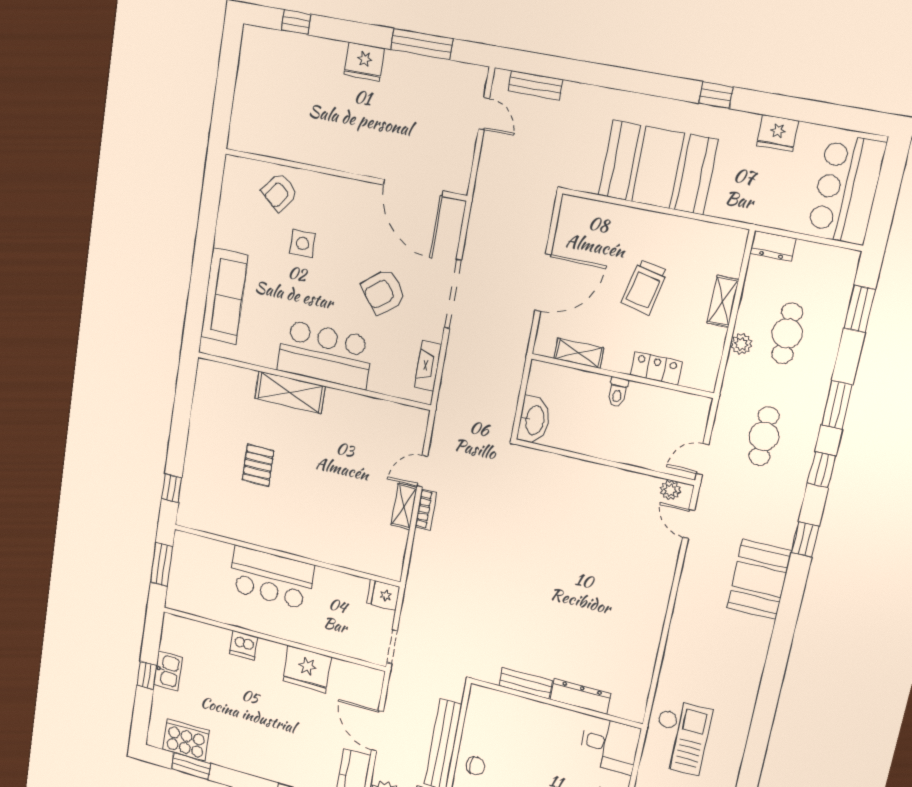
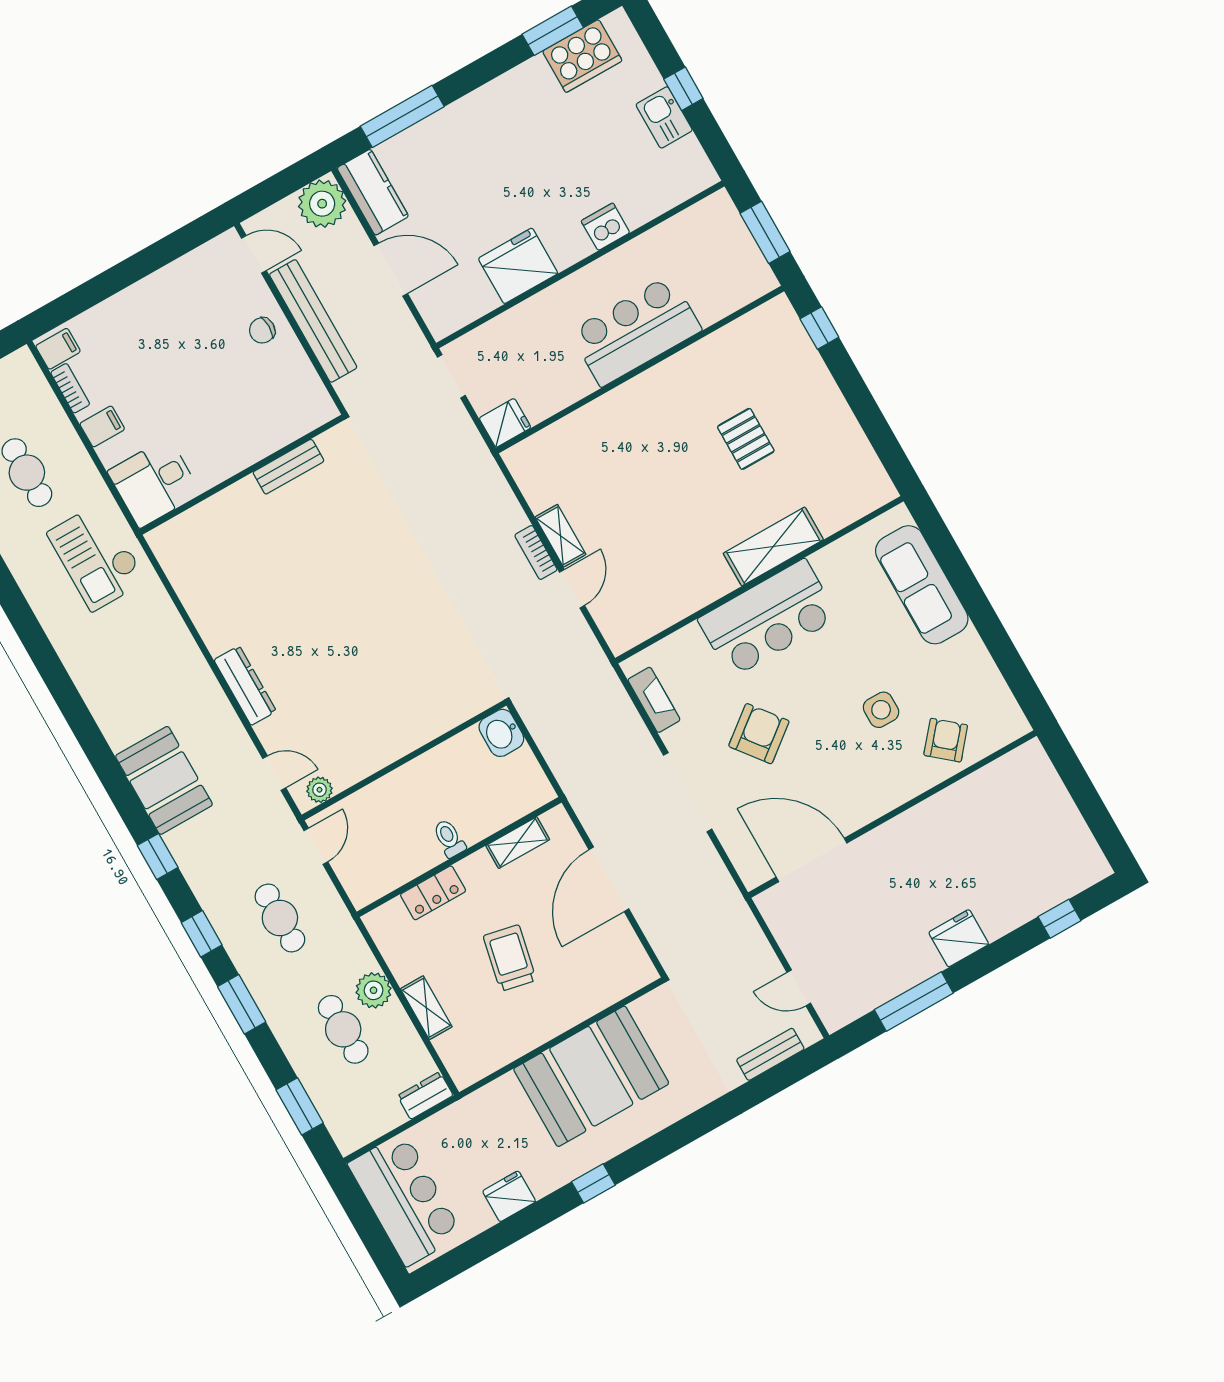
plant: (741, 344) -> (374, 990), width x1.38, depth x1.38
washbasin: (534, 420) -> (501, 733), width x0.72
dresser: (580, 697) -> (245, 686), moved, turned -90

